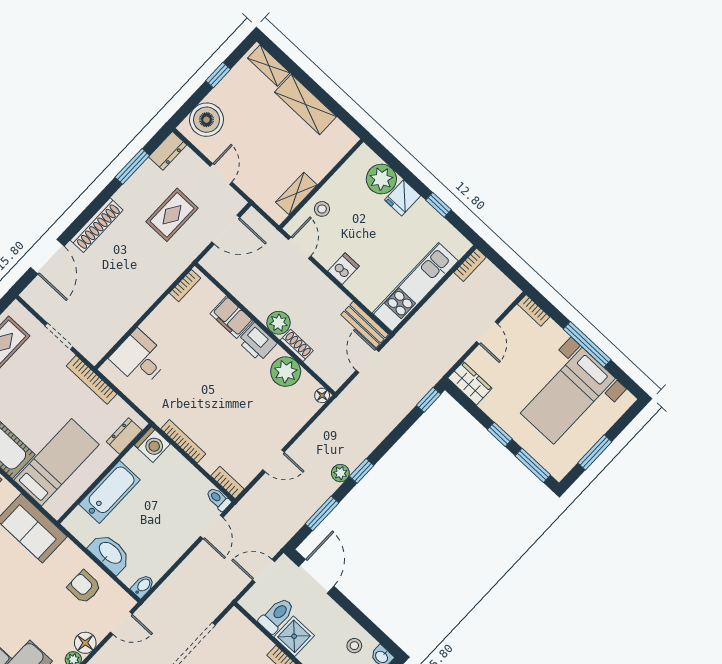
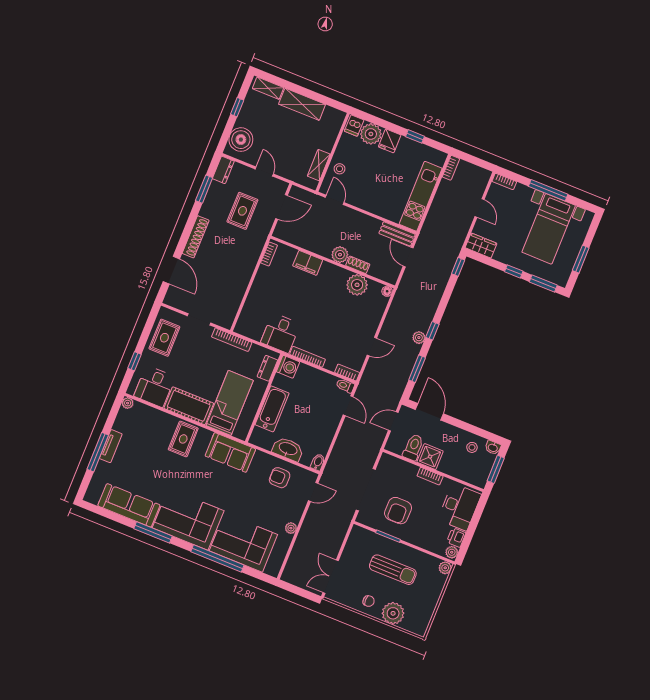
dishwasher: (344, 269) -> (354, 126), moved, turned 180
printer: (257, 342) -> (331, 273), removed
desk: (139, 358) -> (280, 333), moved, turned -90
floor lamp: (85, 643) -> (295, 514), removed

